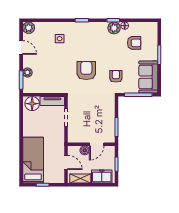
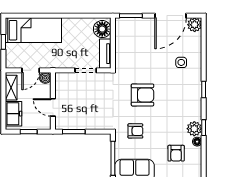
door: (21, 47) -> (171, 16), width x1.88
plant: (27, 73) -> (140, 23), removed
boiler: (85, 150) -> (45, 78), moved

